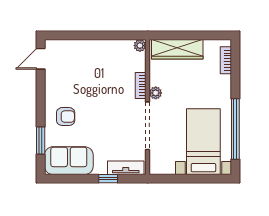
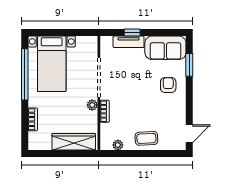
plant: (140, 46) -> (118, 145), moved
coffee table: (91, 53) -> (146, 138), added
bookcase: (226, 60) -> (33, 119), moved
armchair: (66, 117) -> (168, 85), turned 90
tv unit: (126, 168) -> (129, 42), moved

